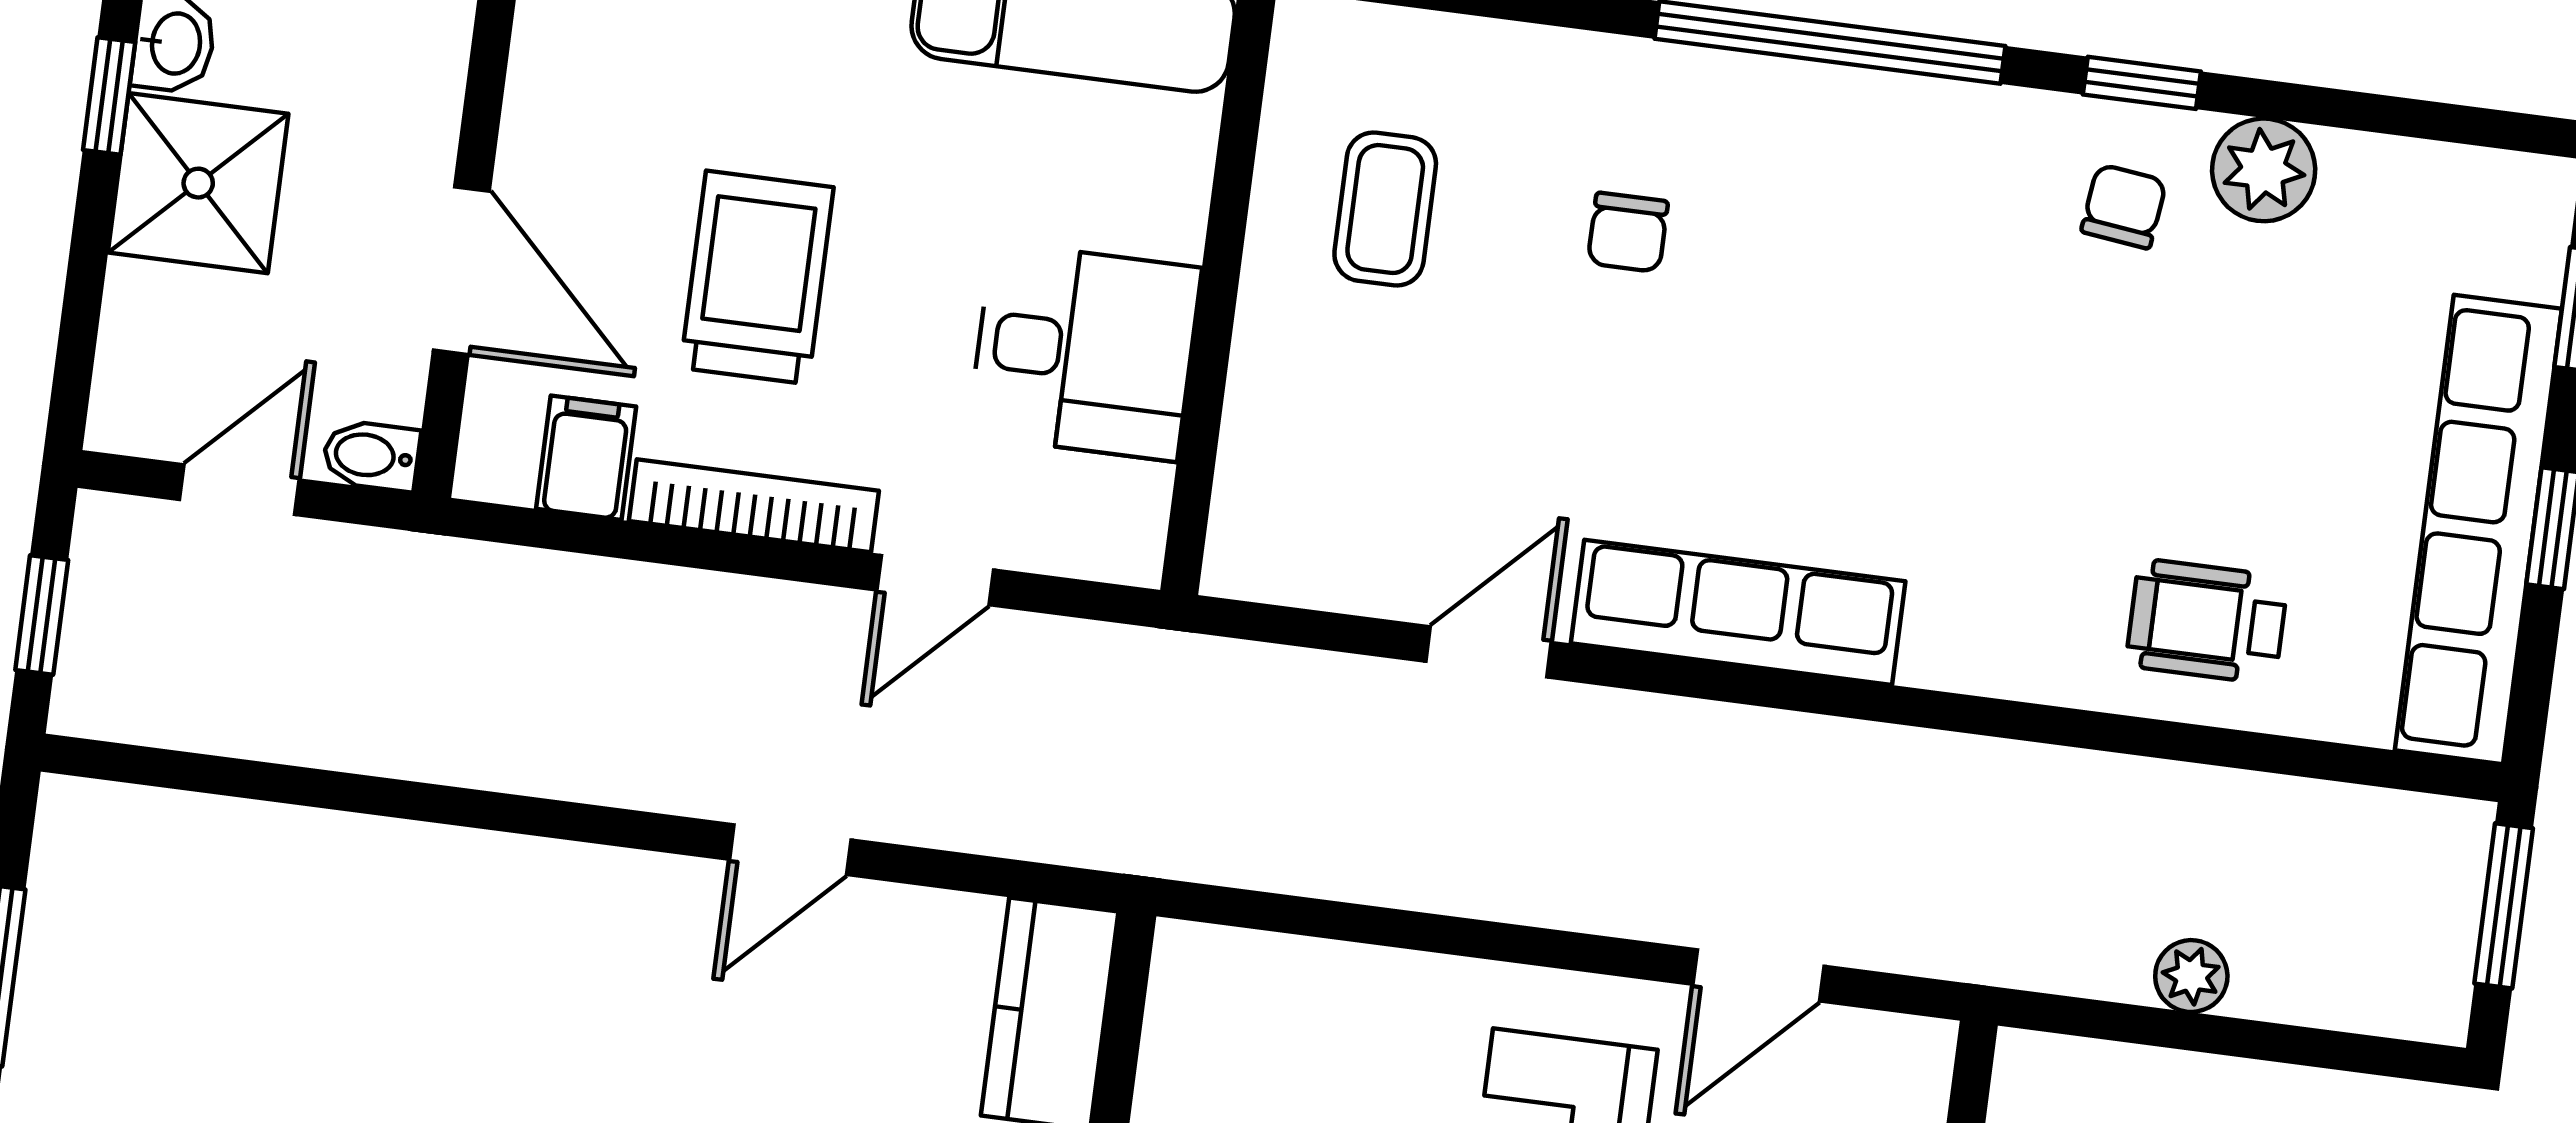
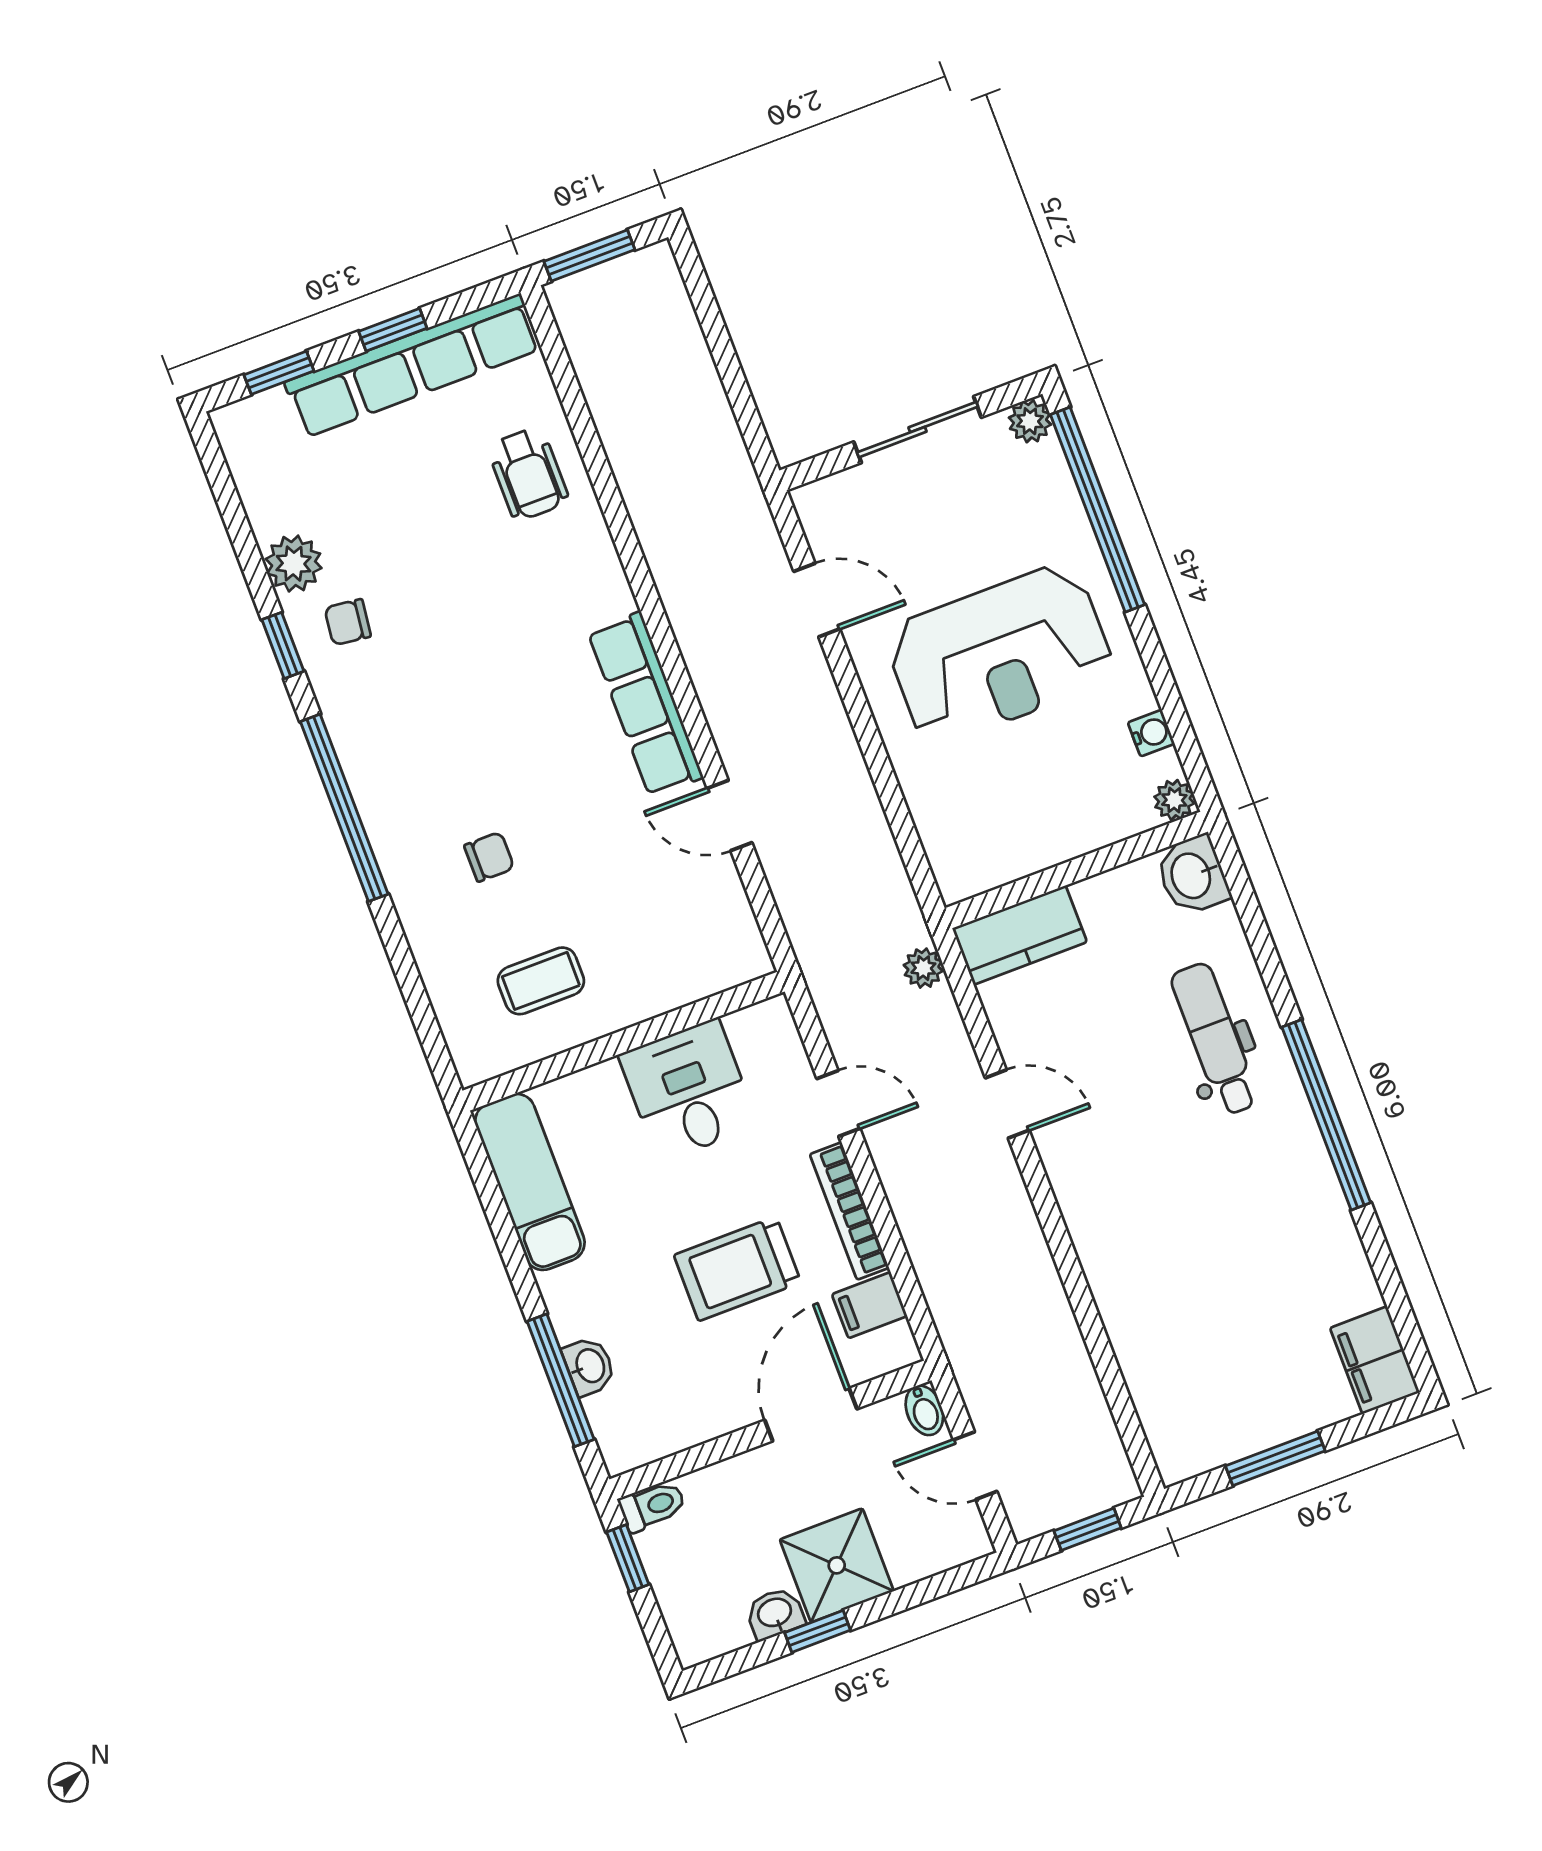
plant: (2191, 976) -> (923, 968), moved

